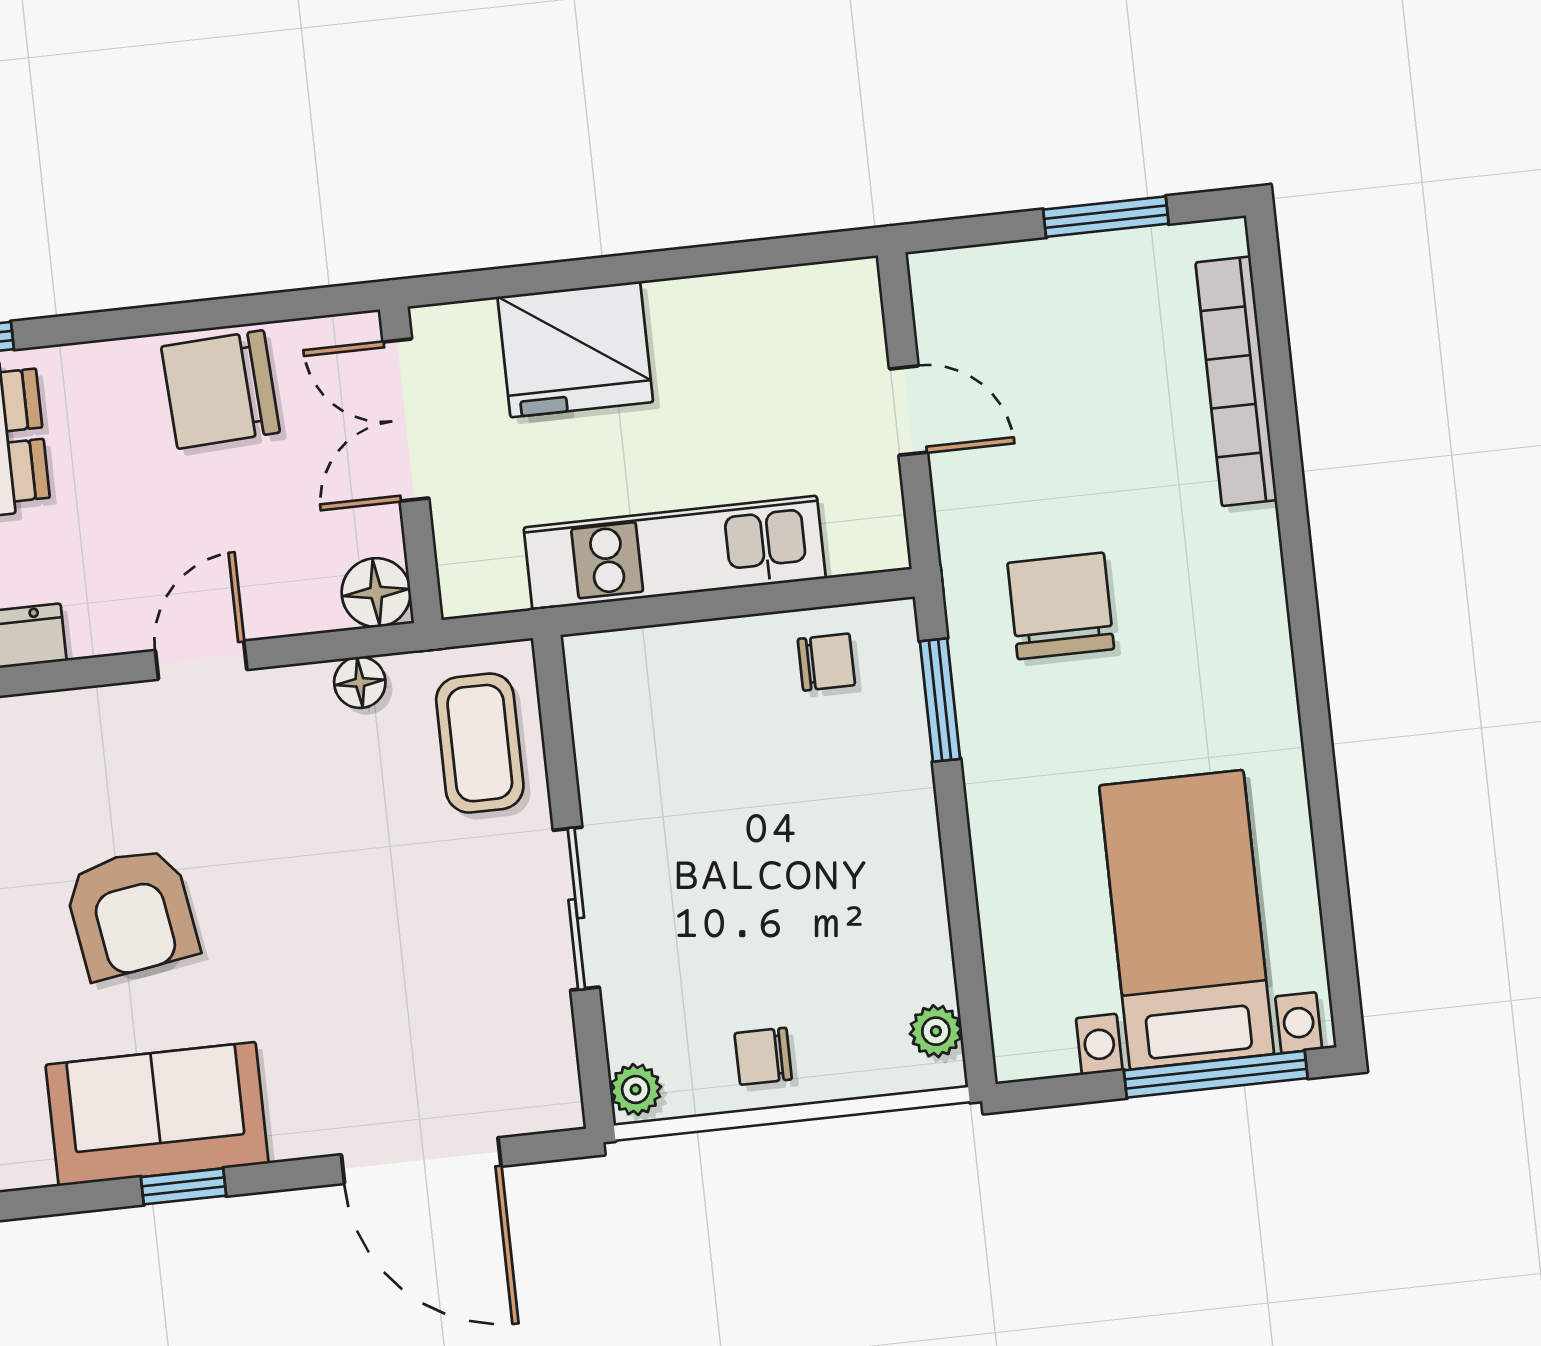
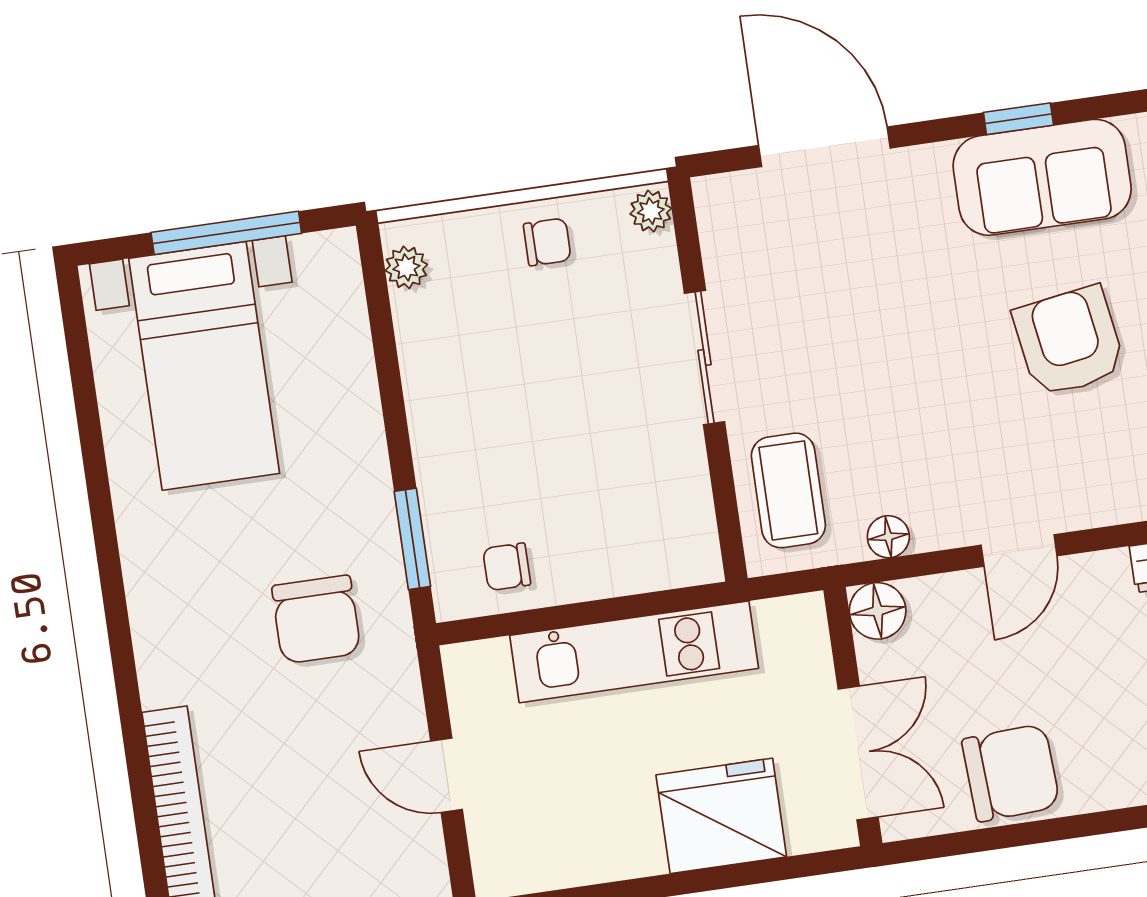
window: (1216, 1074) -> (226, 233), moved

